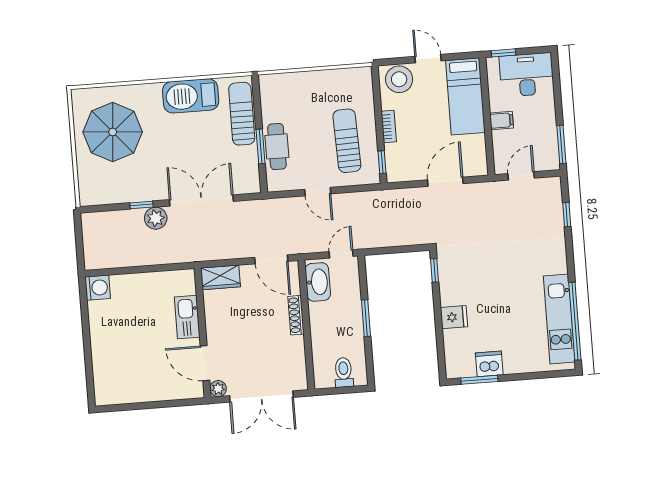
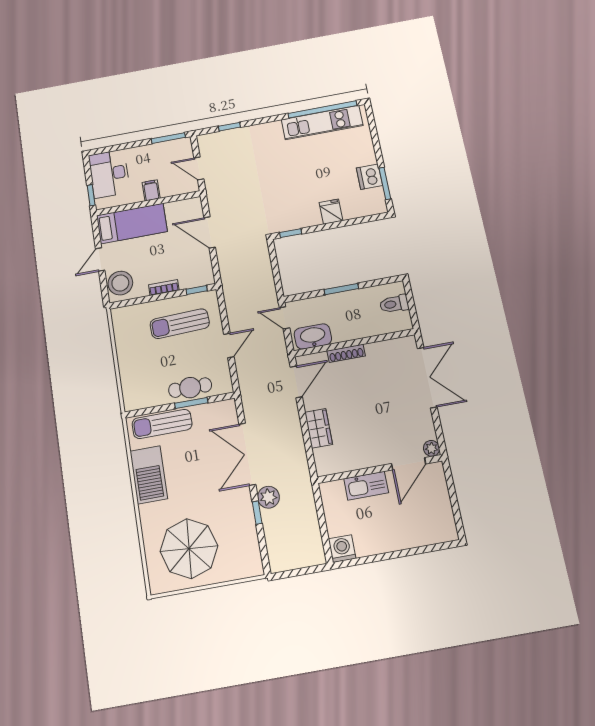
kitchen sink: (187, 317) -> (366, 486), moved
wall: (203, 333) -> (379, 469), moved
door: (205, 363) -> (409, 464), moved
plant: (218, 389) -> (431, 448), moved

